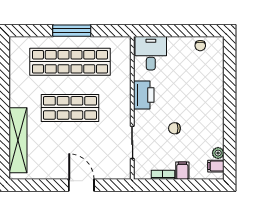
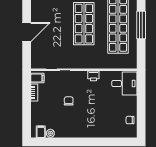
printer: (144, 95) -> (93, 76), width x0.53, depth x0.68
filing cabinet: (182, 171) -> (37, 78), moved

